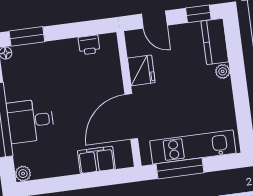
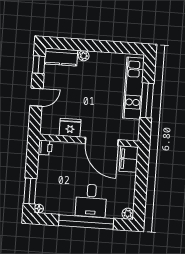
fridge: (141, 70) -> (70, 128), moved
wall: (129, 99) -> (89, 141), moved
door: (131, 117) -> (102, 142), moved

